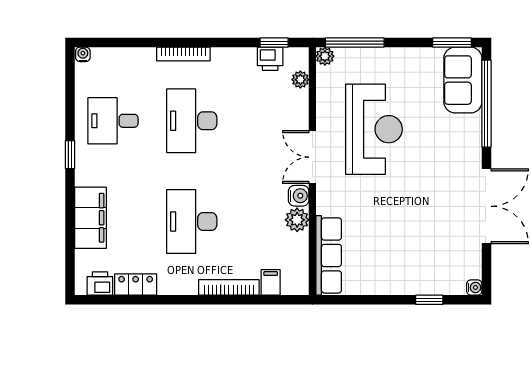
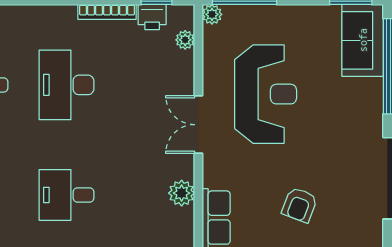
bookcase: (183, 54) -> (107, 12), moved
water cooler: (299, 196) -> (183, 167), removed
desk: (192, 222) -> (67, 195), width x0.73
armchair: (405, 231) -> (300, 205), added

